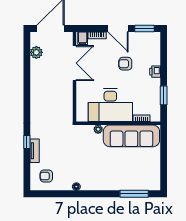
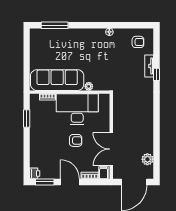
armchair: (125, 64) -> (76, 140), moved
printer: (155, 72) -> (35, 173), moved

